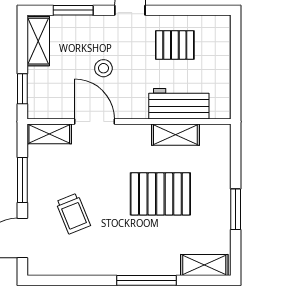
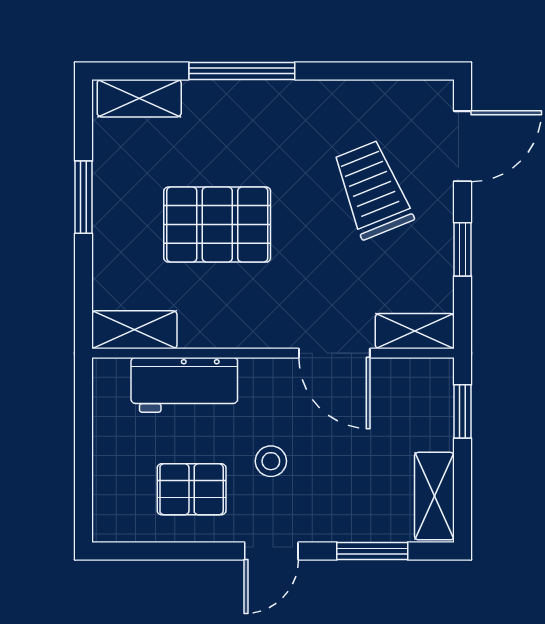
stool: (103, 68) -> (271, 461), moved
shelving: (175, 135) -> (134, 330), moved
window: (22, 180) -> (463, 249), width x0.67
trolley: (73, 214) -> (372, 190), width x1.36, depth x1.39

